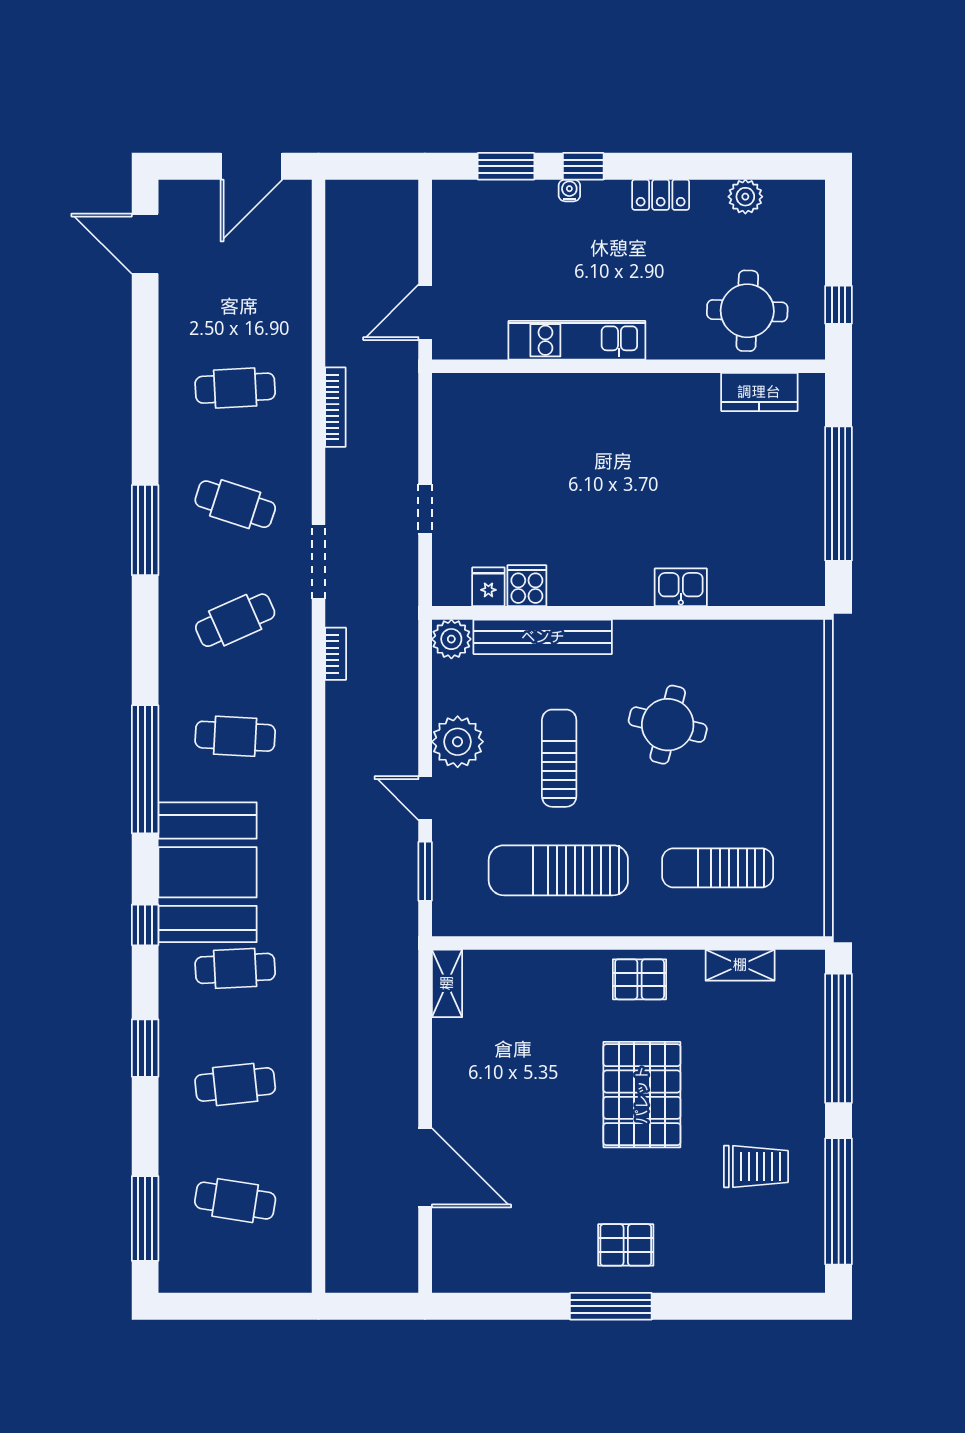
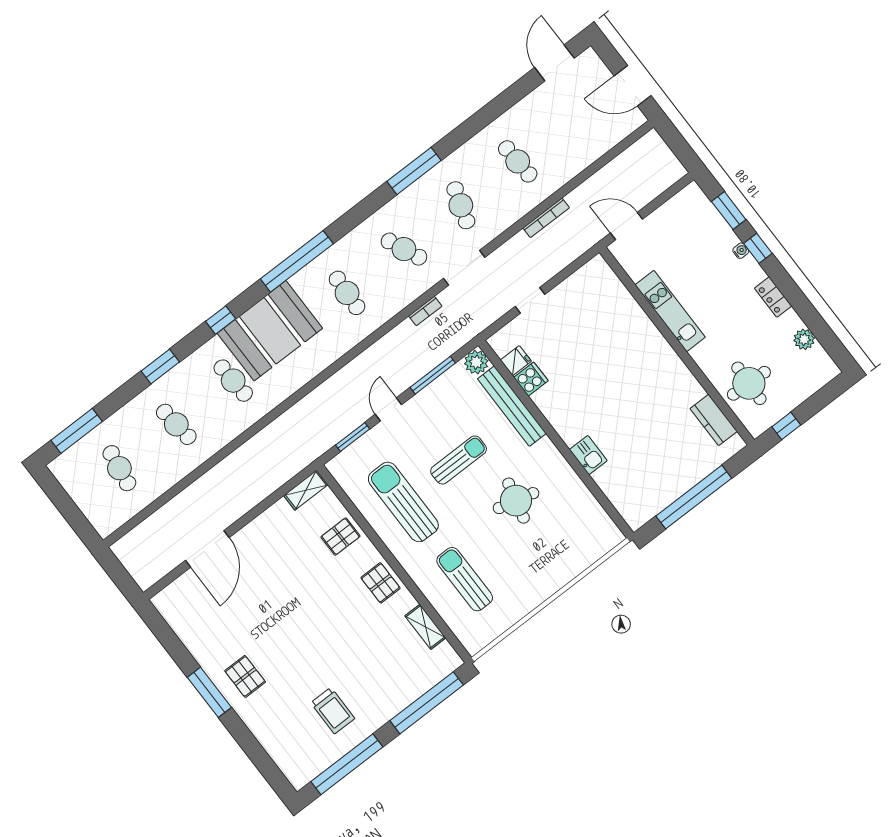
window: (425, 708) -> (433, 375), added
plant: (458, 742) -> (428, 404), removed
pallet: (642, 1095) -> (341, 537), moved, width x0.49, depth x0.50

